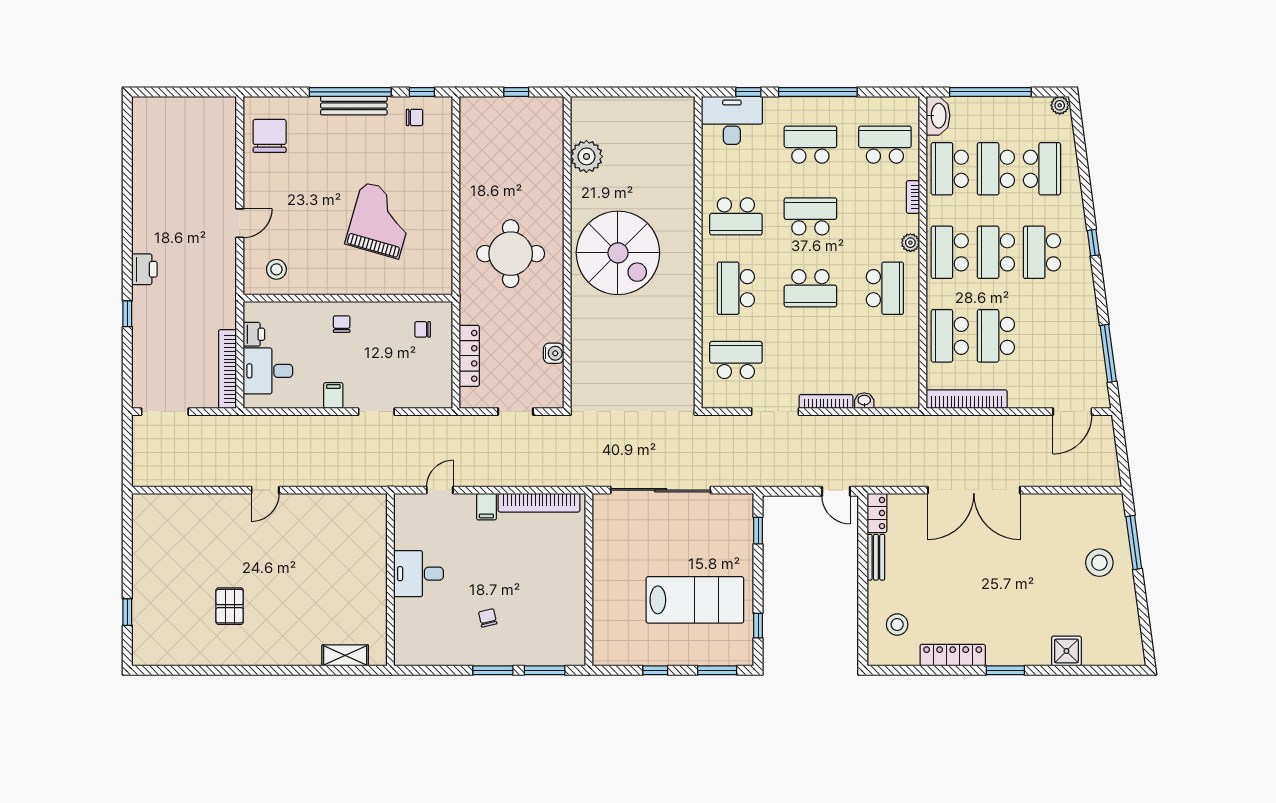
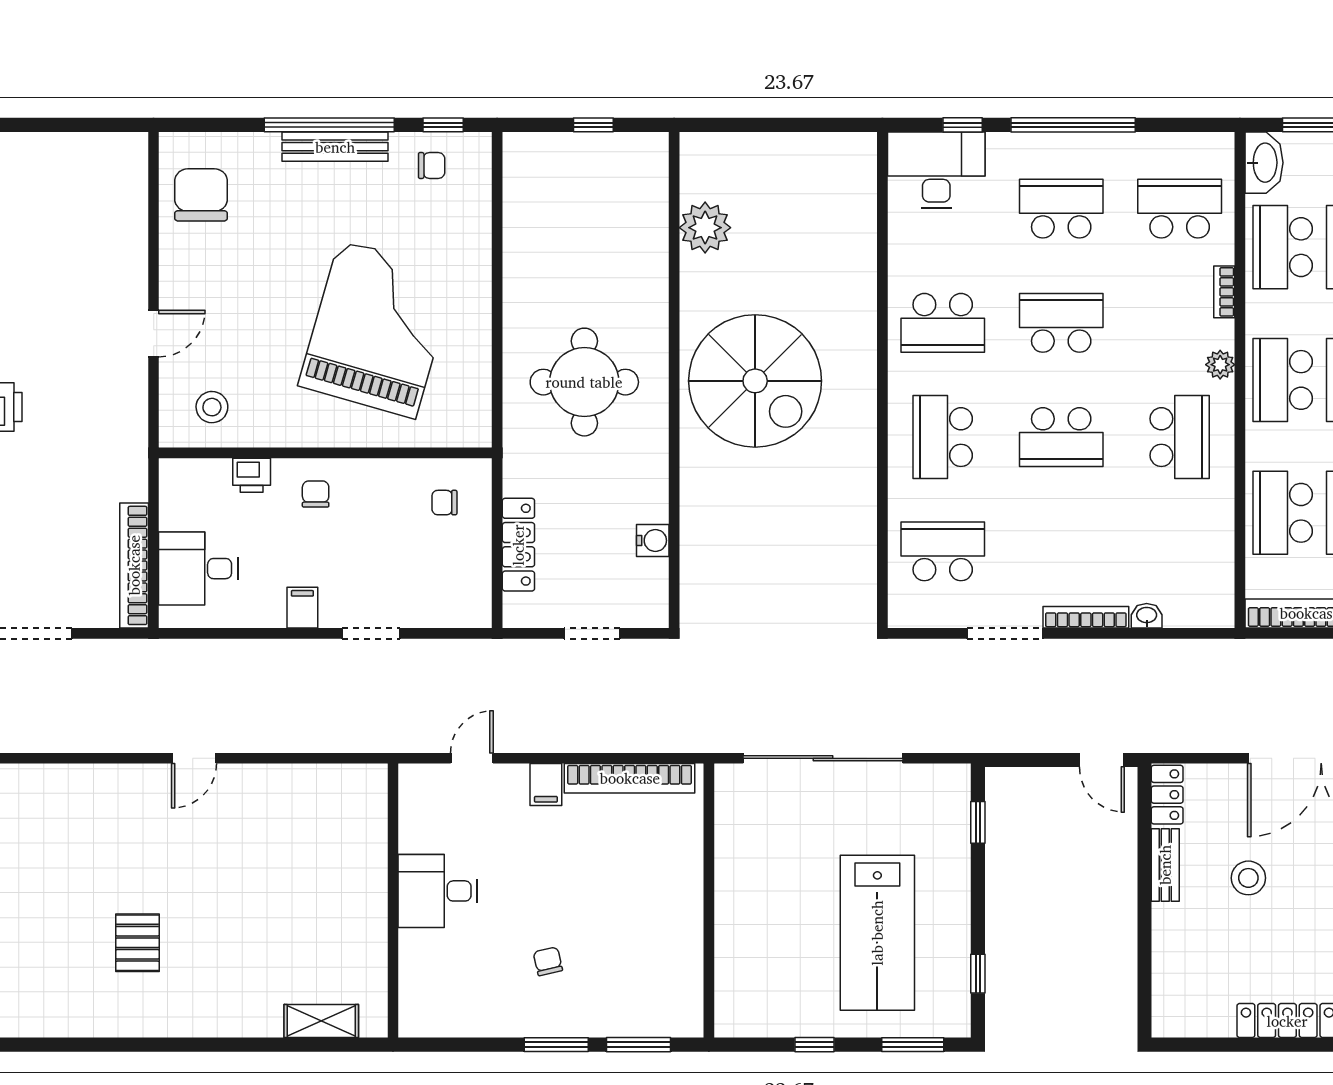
grand piano: (381, 220) -> (377, 329), width x1.37, depth x1.48
printer: (254, 334) -> (252, 475), moved, turned 90
lab bench: (695, 600) -> (877, 933), turned 90
stool: (897, 625) -> (1248, 878), moved

